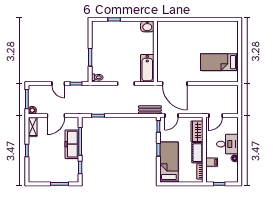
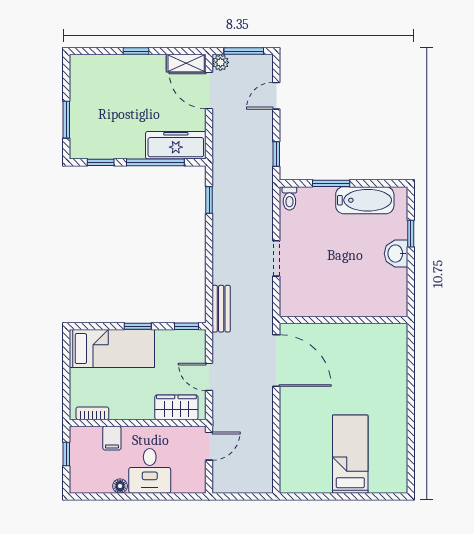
washbasin: (147, 26) -> (396, 254), moved
bed: (219, 62) -> (350, 454), moved
bathtub: (147, 68) -> (365, 200), moved, turned 180
door: (58, 84) -> (276, 96), moved
door: (175, 84) -> (276, 360), swing flipped
door: (56, 116) -> (209, 90), moved
door: (171, 116) -> (209, 377), moved
door: (216, 116) -> (209, 446), swing flipped
freezer: (72, 144) -> (176, 145), moved
cot: (197, 153) -> (132, 408), removed

